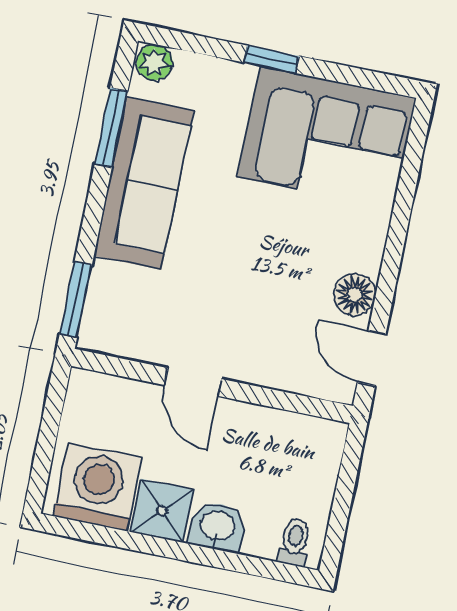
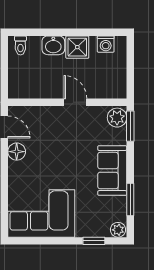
window: (271, 59) -> (94, 241), moved
sofa: (144, 183) -> (112, 171), width x0.73
plant: (103, 326) -> (117, 118), added
washing machine: (97, 487) -> (106, 44), width x0.53, depth x0.53

